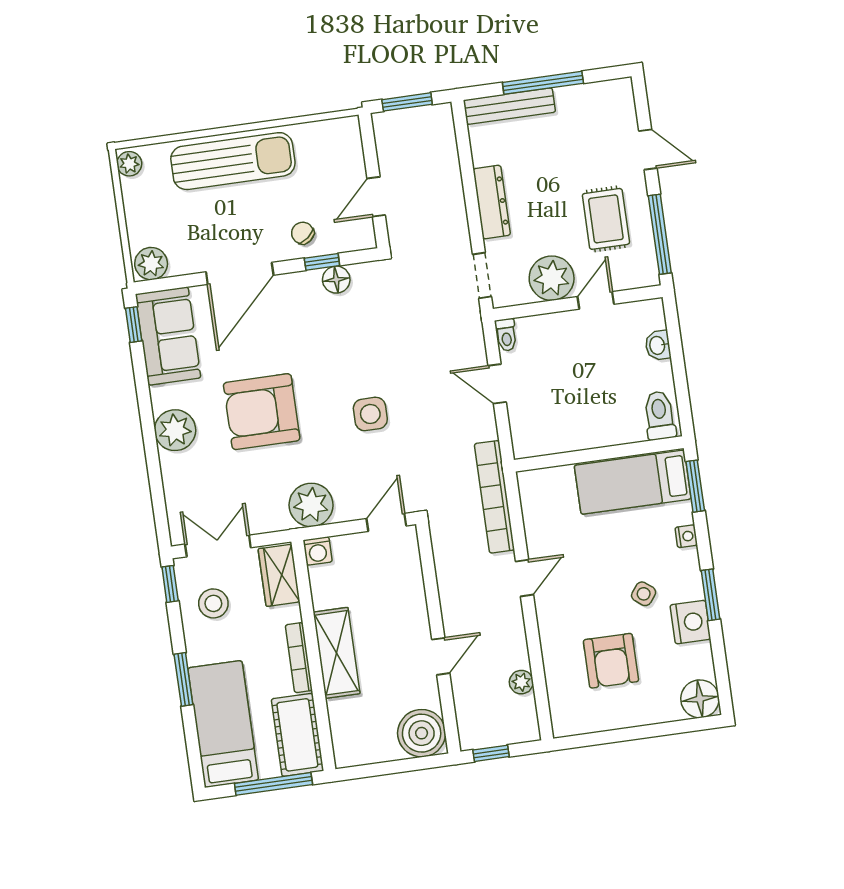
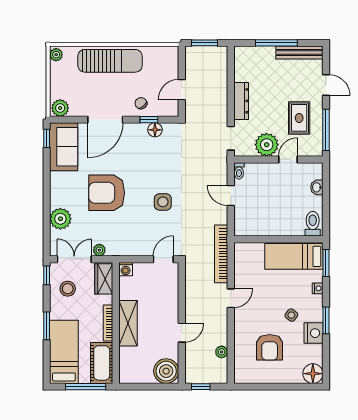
bench: (509, 106) -> (299, 52), moved
plant: (175, 430) -> (60, 219), moved
plant: (311, 505) -> (99, 250), moved, width x0.53, depth x0.53

